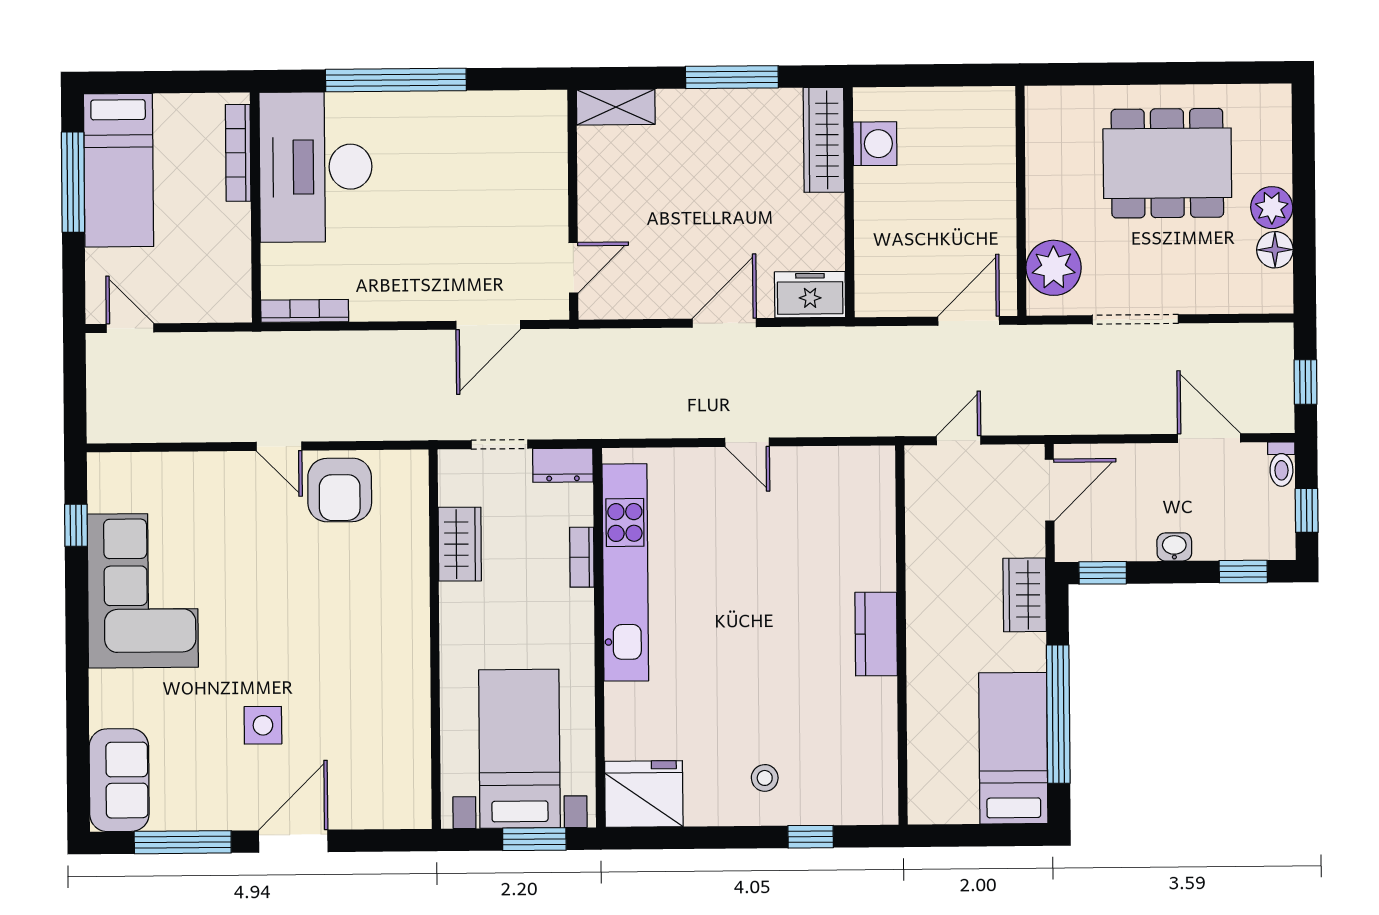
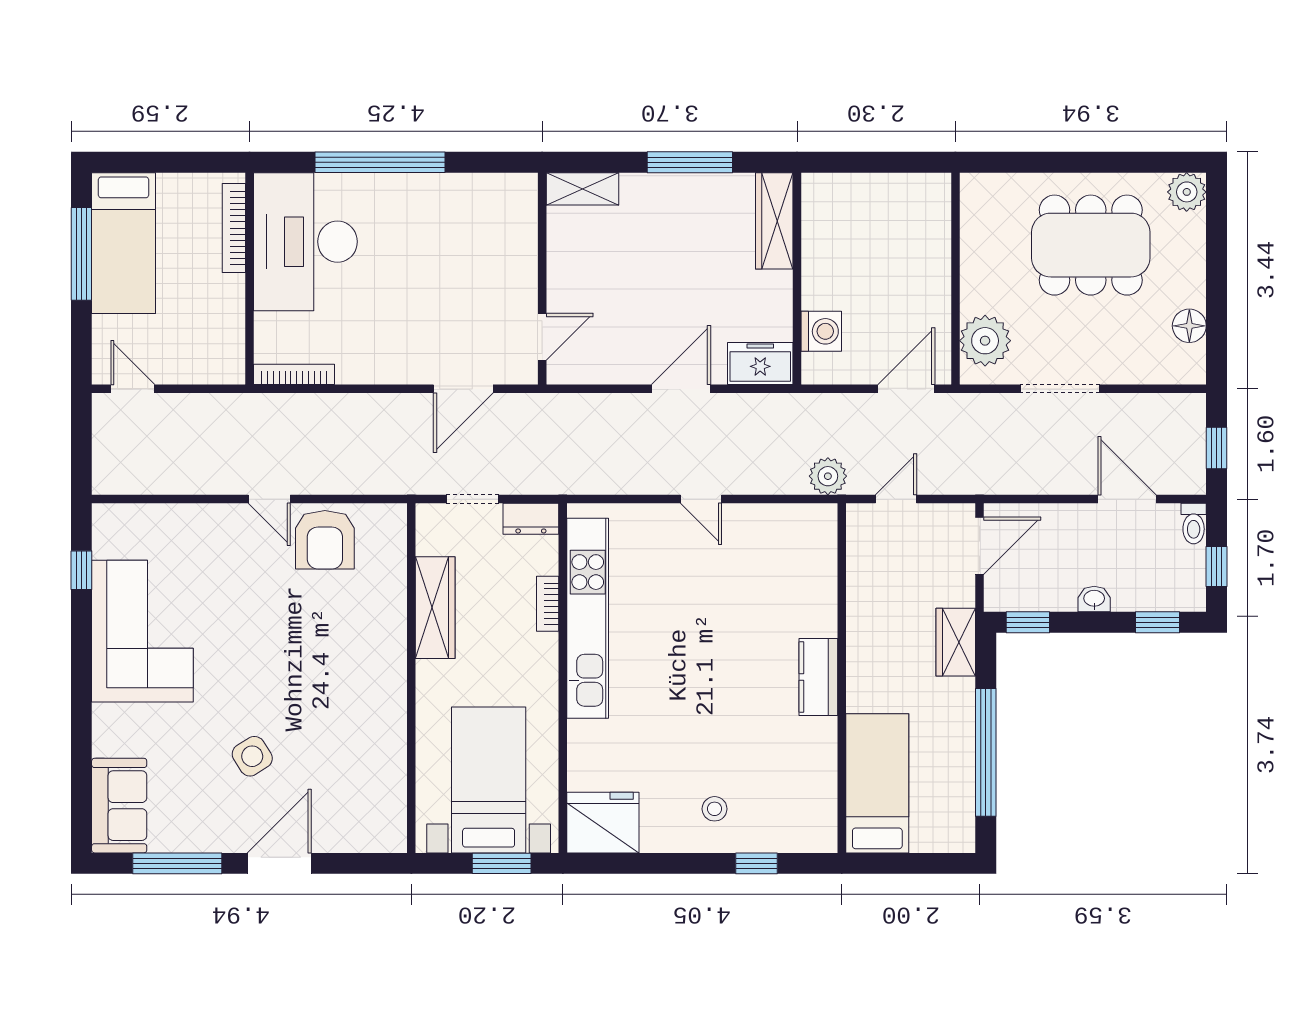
washing machine: (875, 144) -> (821, 331), moved
plant: (1272, 208) -> (1187, 192), moved
plant: (884, 416) -> (828, 476), added
wardrobe: (460, 544) -> (435, 608), width x1.50
side table: (263, 725) -> (252, 756), turned -32
bed: (1013, 748) -> (877, 783), moved

